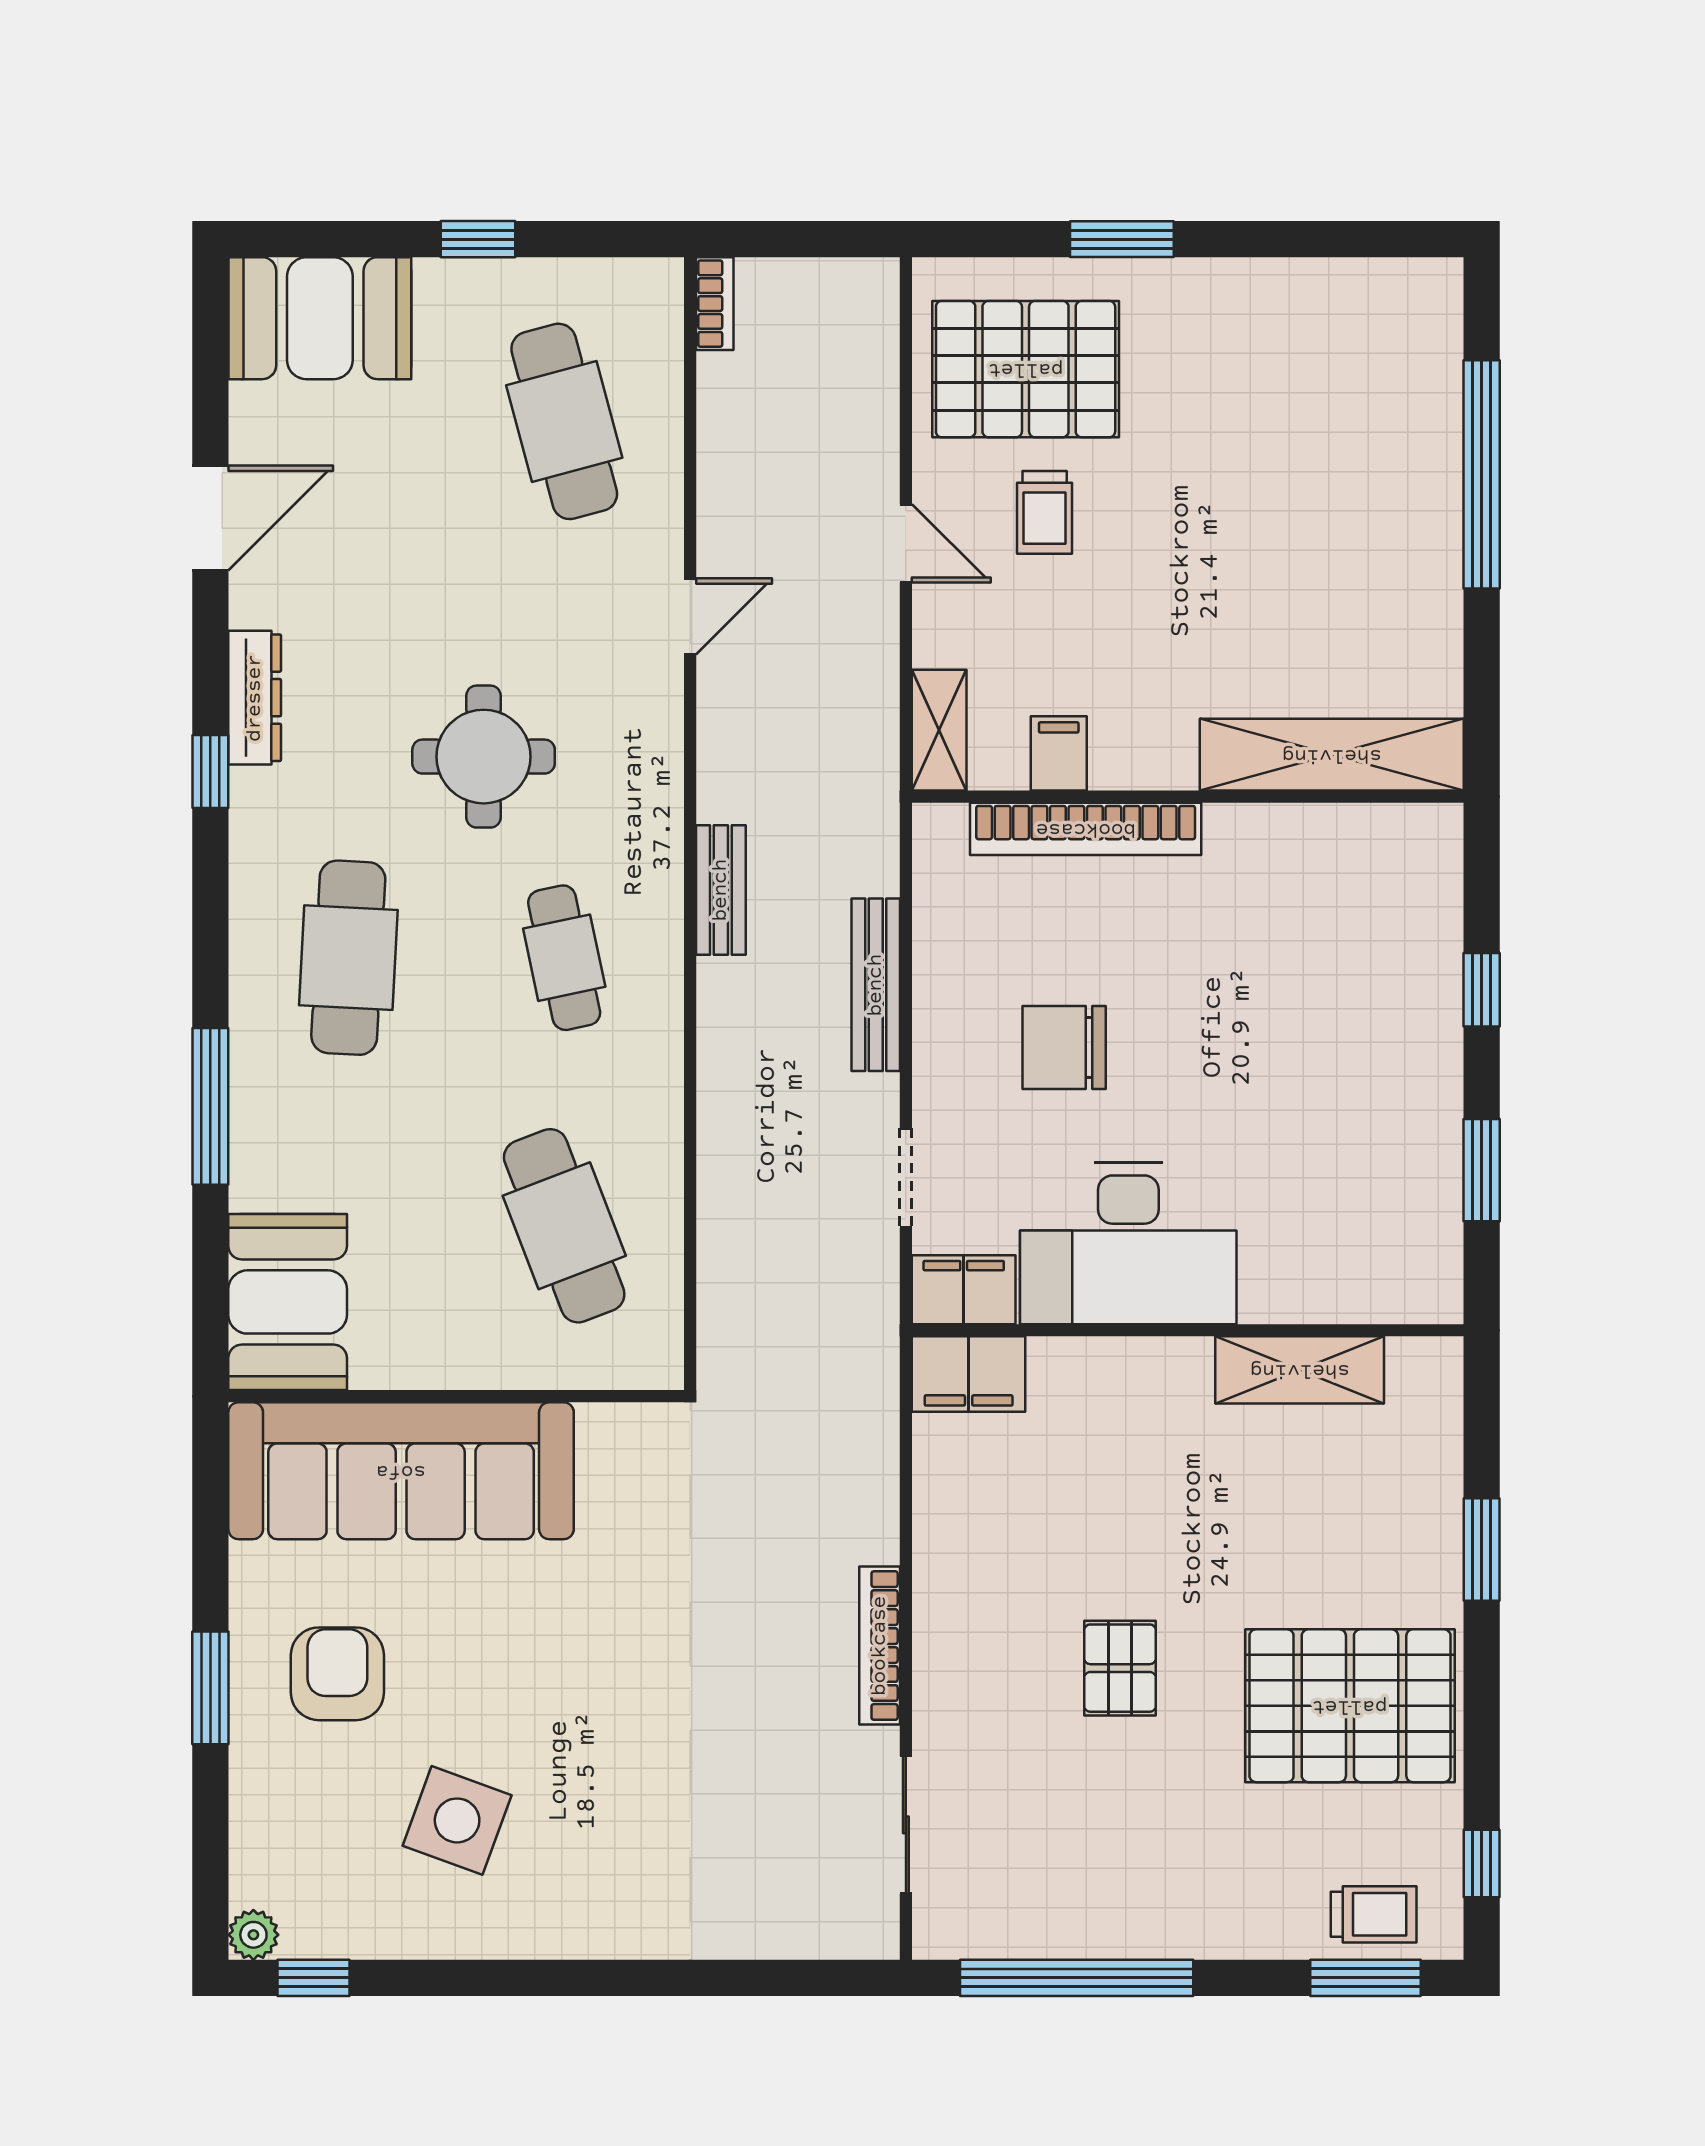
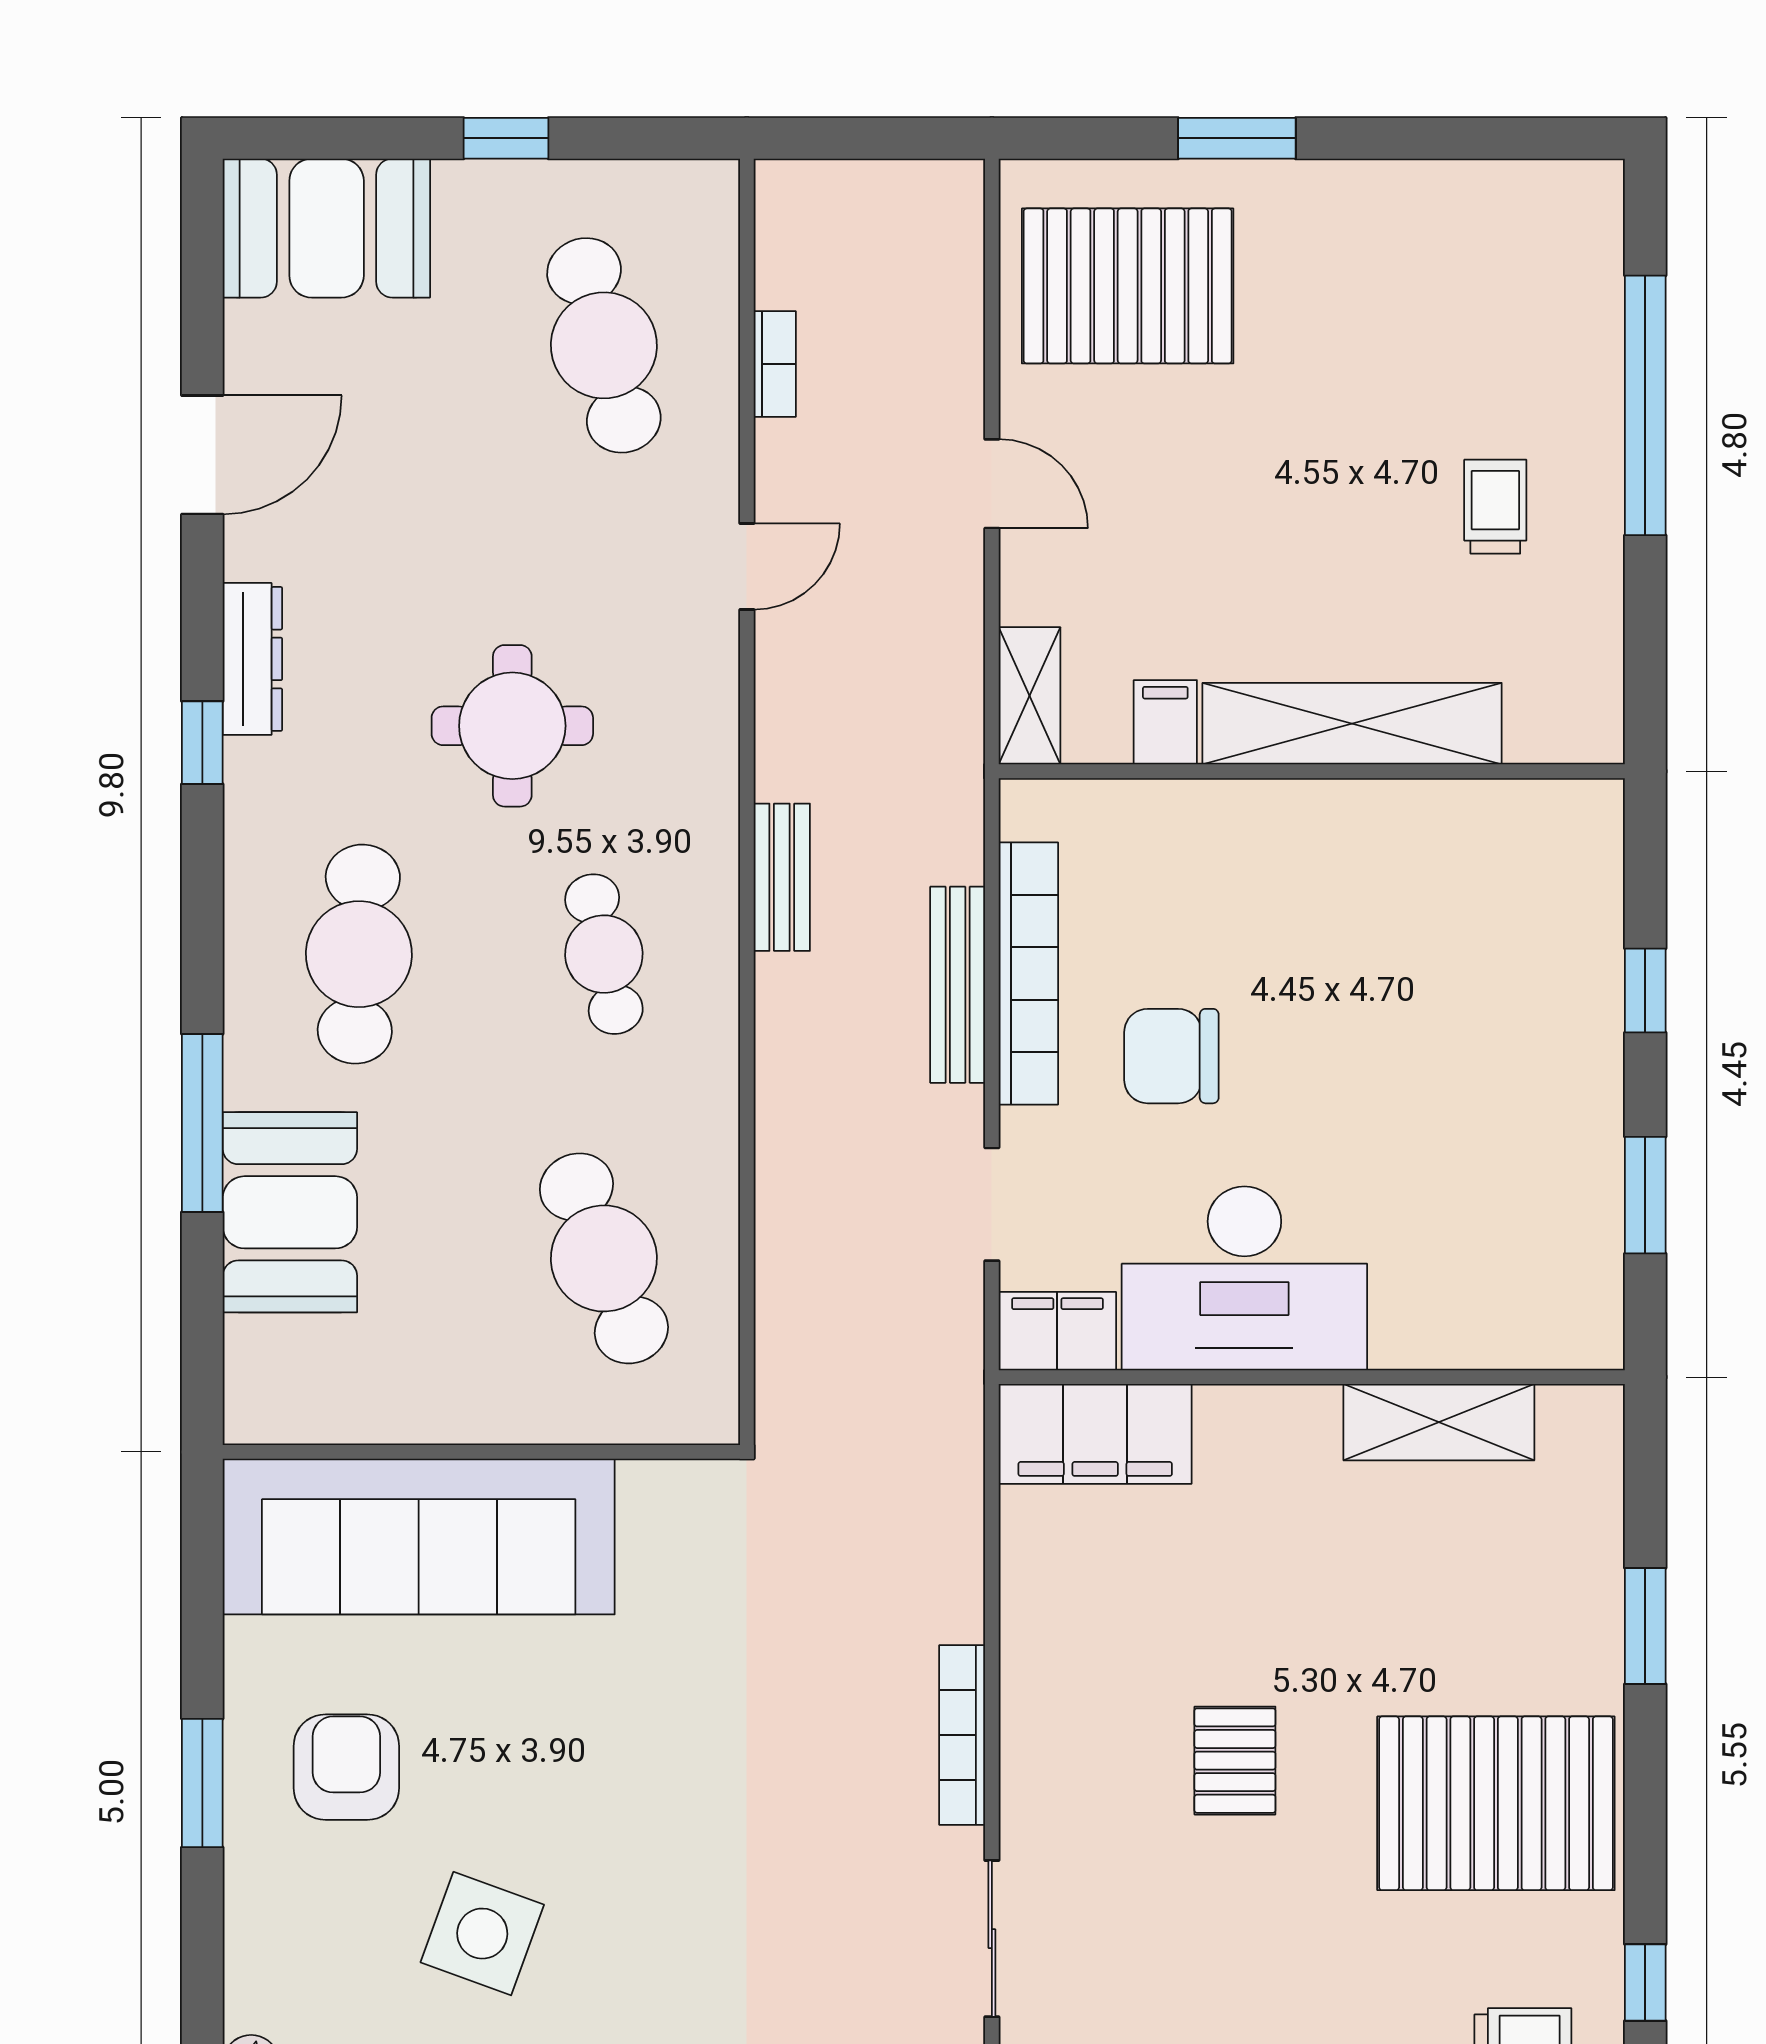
bookcase: (715, 304) -> (775, 364), moved
trolley: (1045, 512) -> (1495, 507), moved, turned 180
shelving: (1332, 755) -> (1352, 724), moved
bookcase: (1086, 829) -> (1028, 974), moved, turned -90
booth: (288, 1302) -> (290, 1212), moved
filing cabinet: (969, 1374) -> (1095, 1434), width x1.50, depth x1.17

